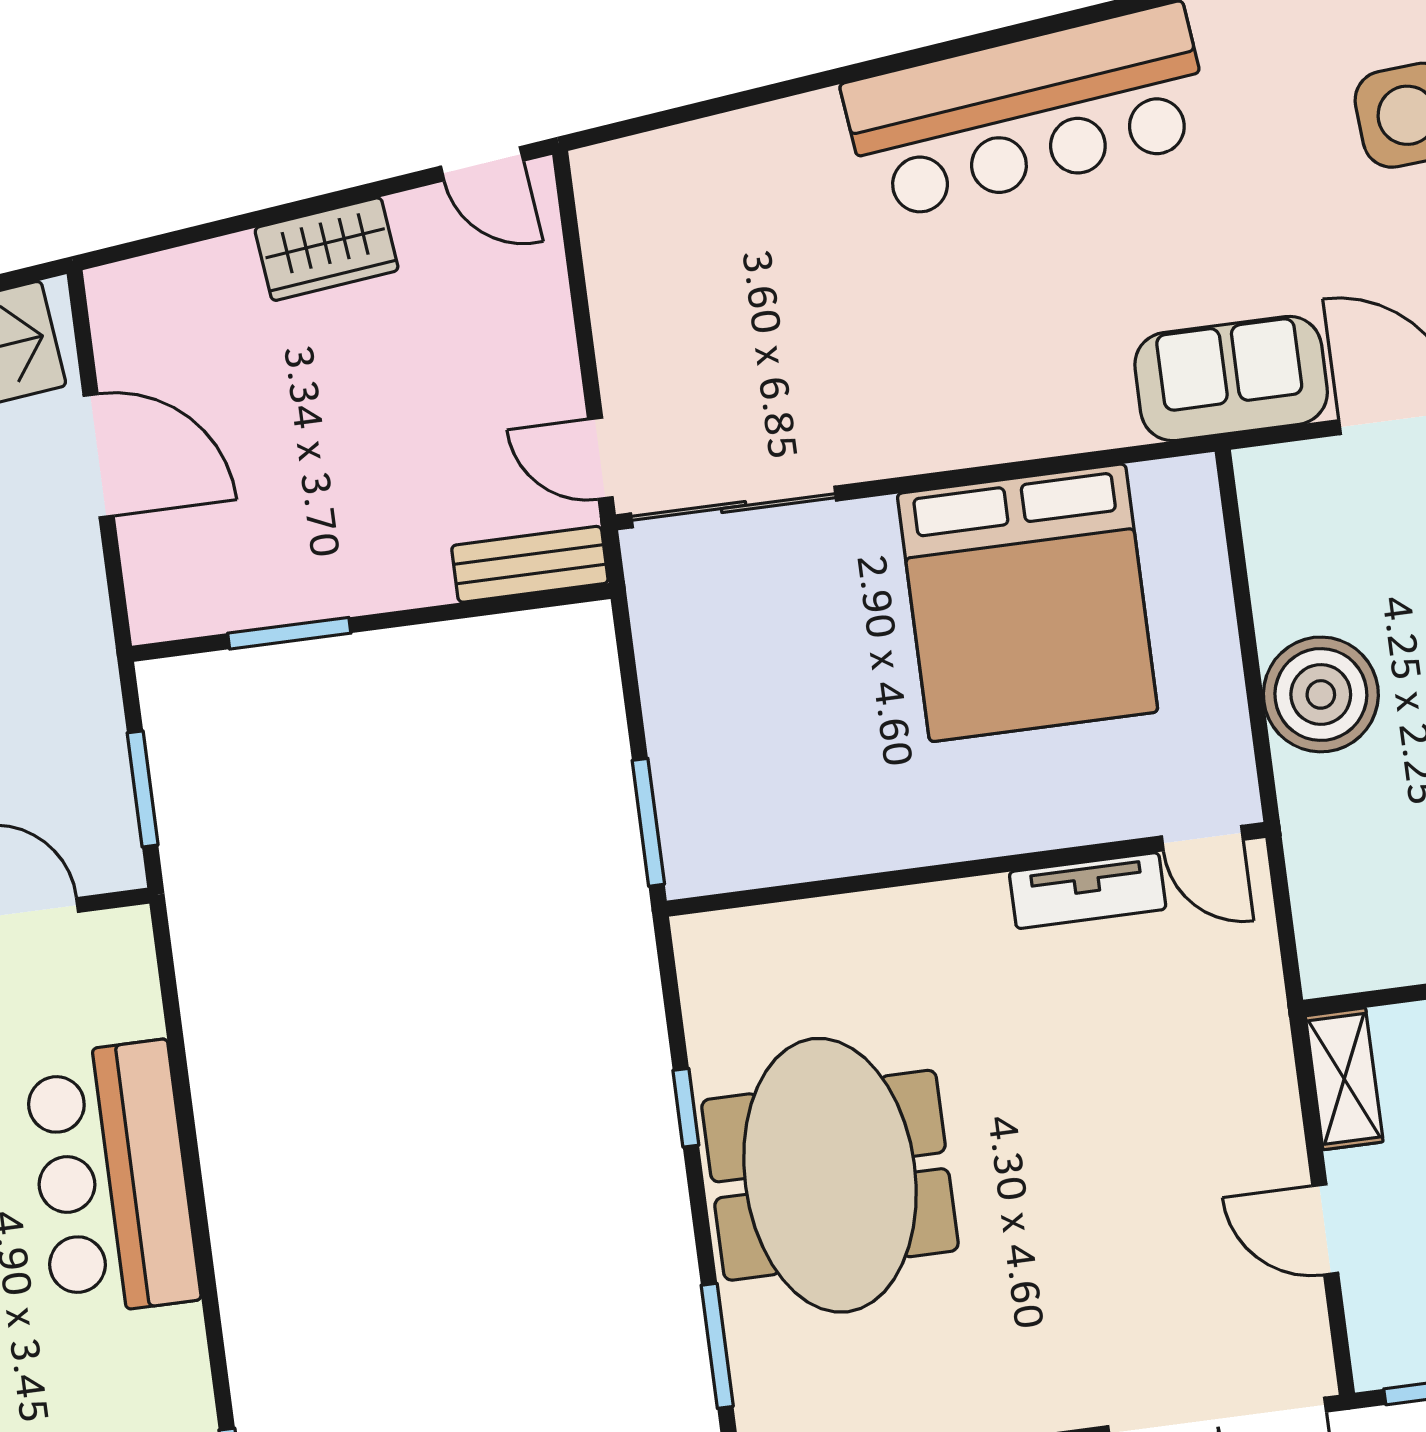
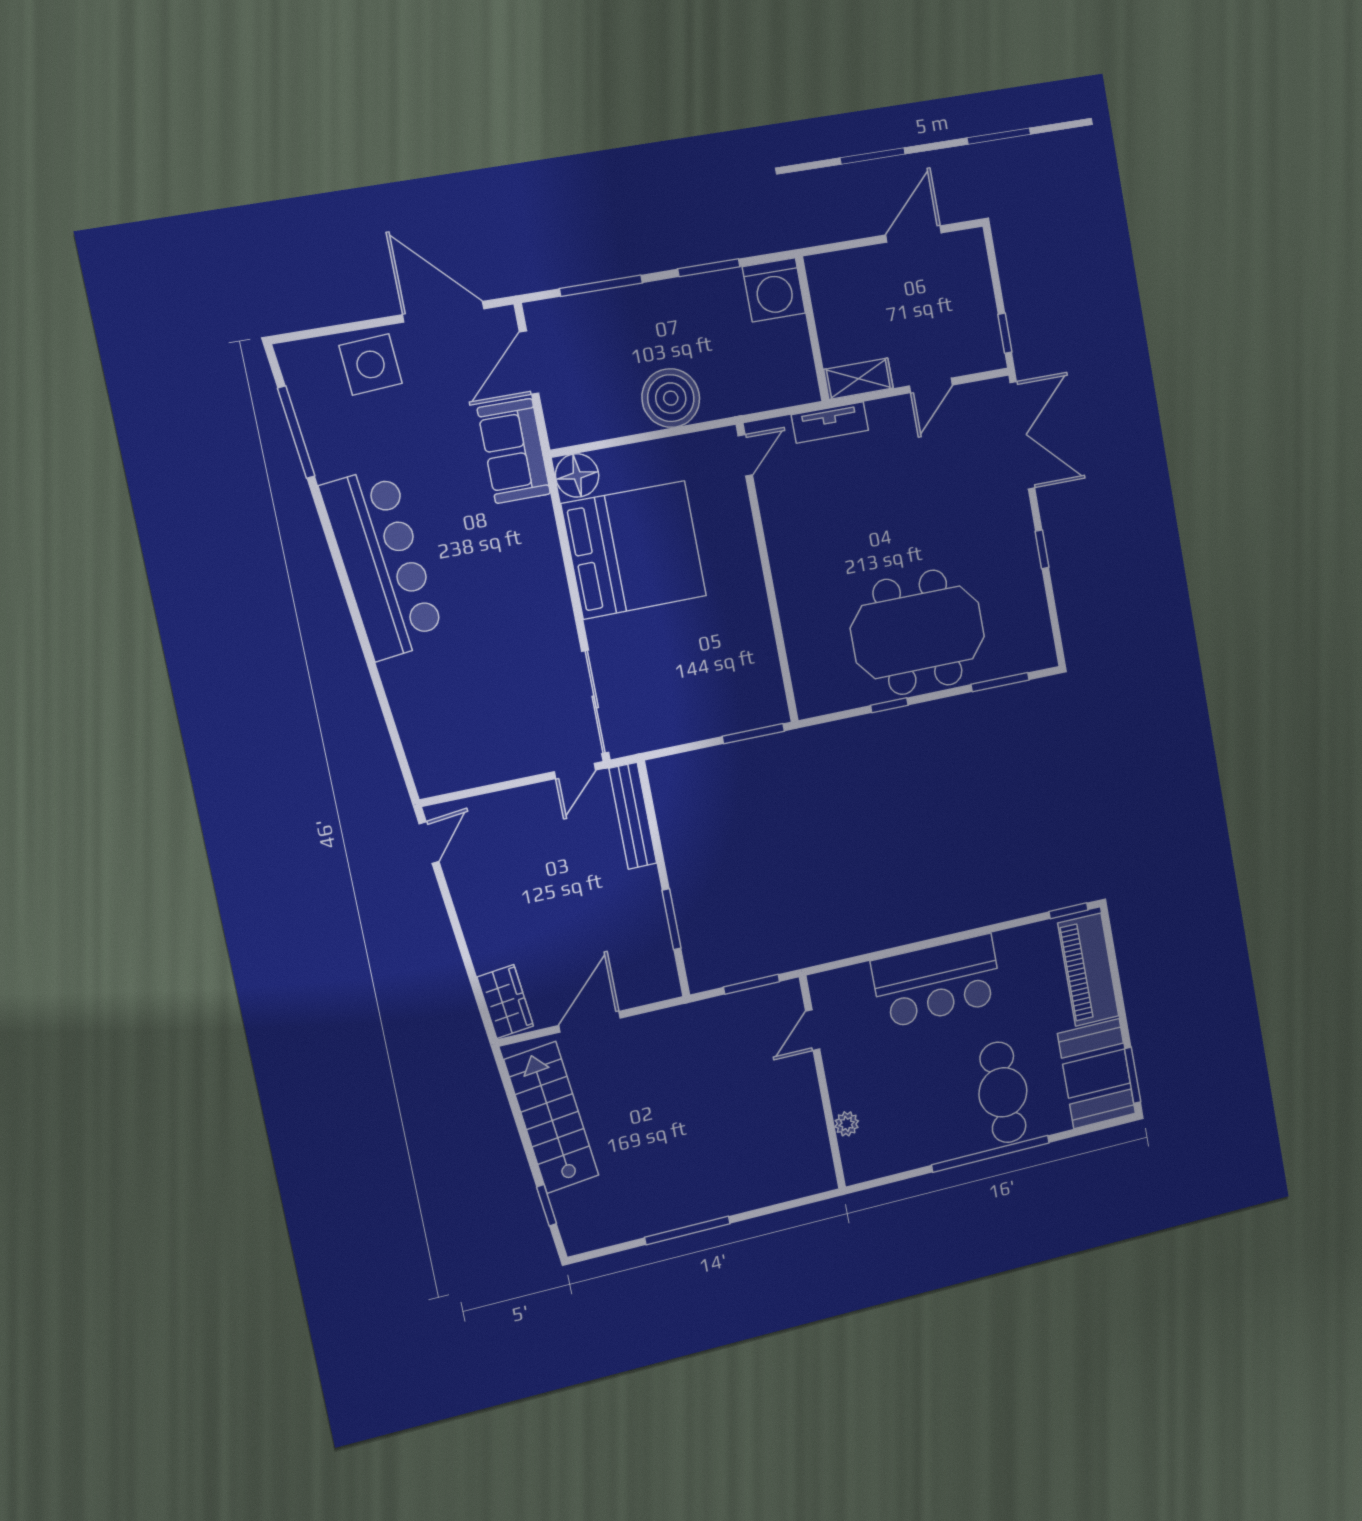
wardrobe: (327, 249) -> (505, 1001), moved
floor lamp: (1178, 499) -> (577, 475), added
bench: (530, 564) -> (633, 816), width x1.36
tv unit: (1088, 891) -> (830, 423), moved, turned 90

